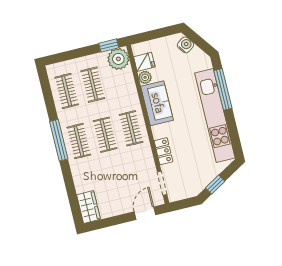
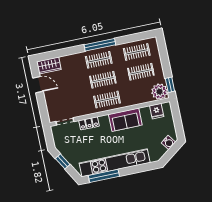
plant: (145, 77) -> (145, 111), removed
window: (223, 89) -> (104, 176), moved
door: (145, 213) -> (38, 85), moved

